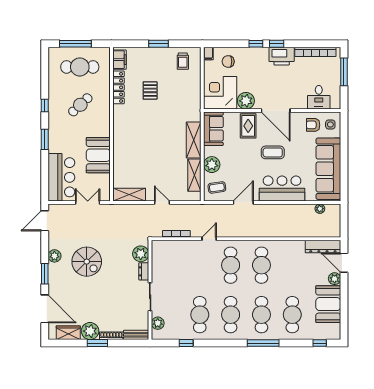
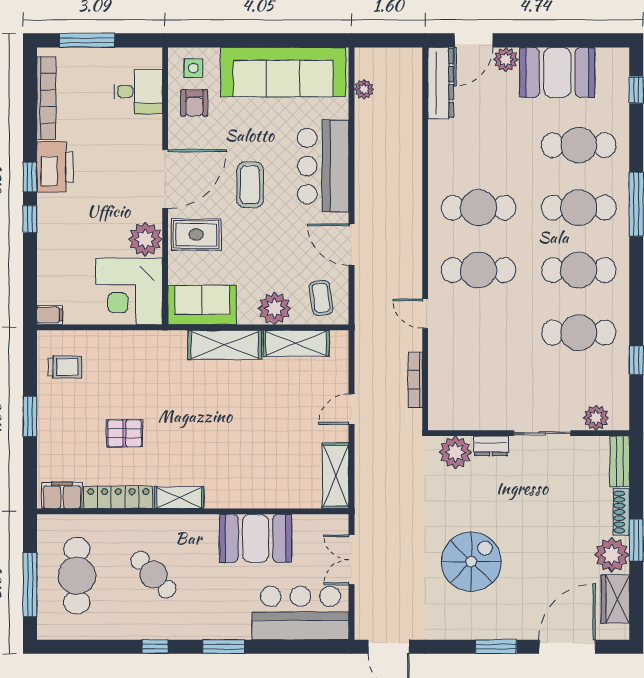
chair: (228, 61) -> (66, 275), removed
shelving: (118, 117) -> (179, 498), added
plant: (54, 256) -> (460, 627), removed

